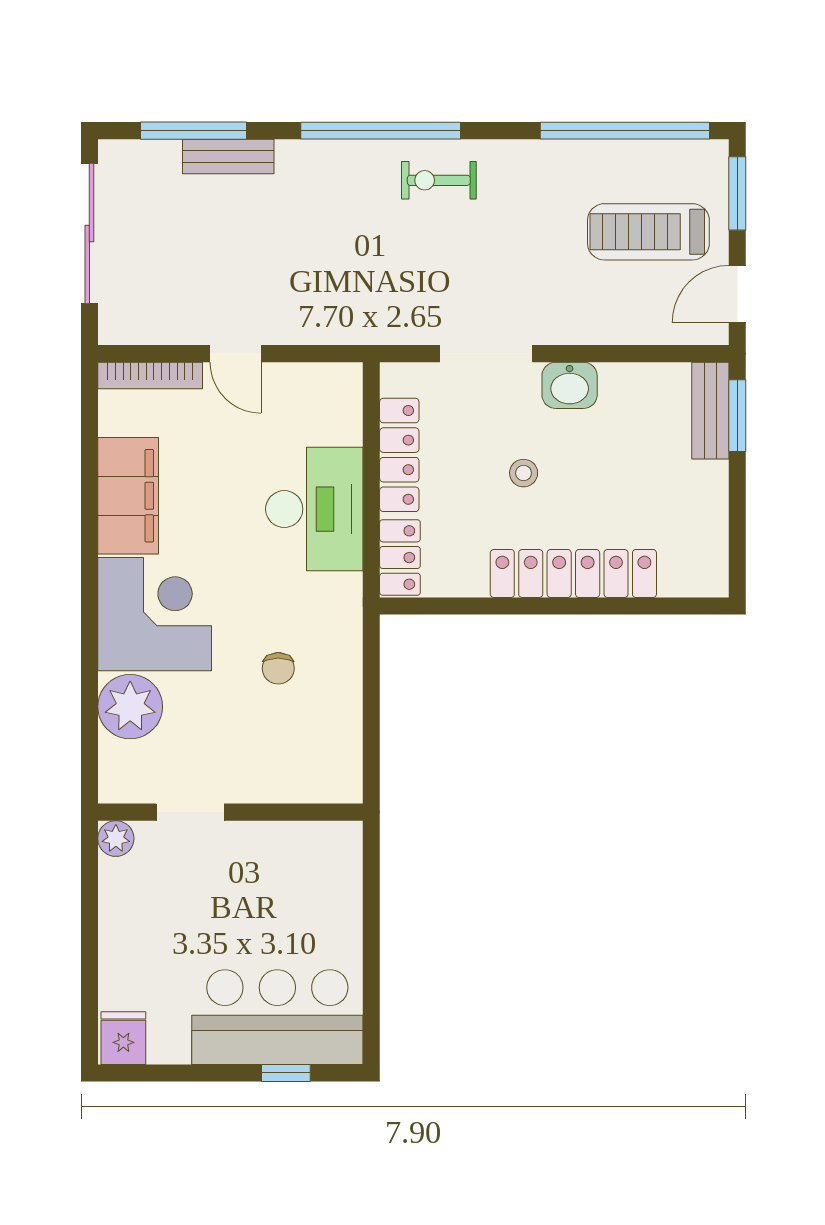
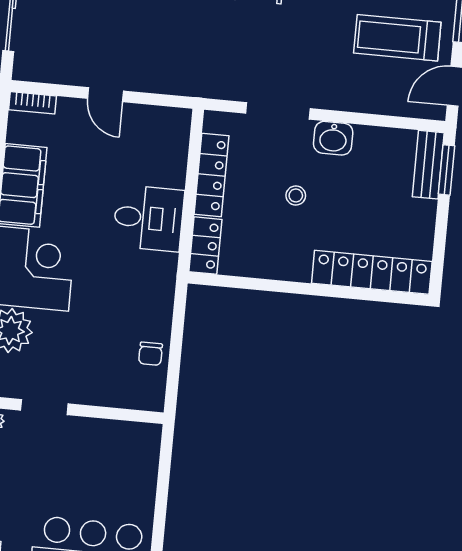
bookcase: (150, 375) -> (32, 103), width x0.64
desk: (314, 509) -> (148, 218), width x0.73
locker: (573, 573) -> (372, 272), moved
chair: (278, 668) -> (150, 354), moved

